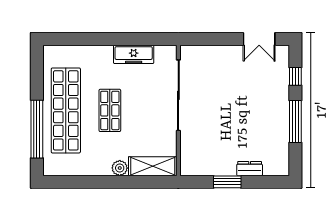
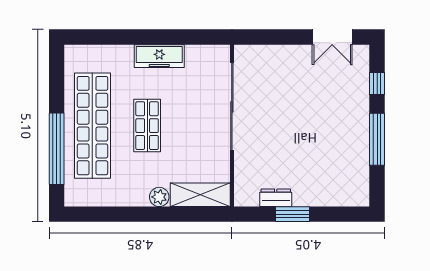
freezer: (134, 54) -> (159, 56), moved
dresser: (250, 169) -> (276, 198), moved

